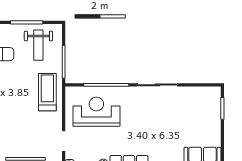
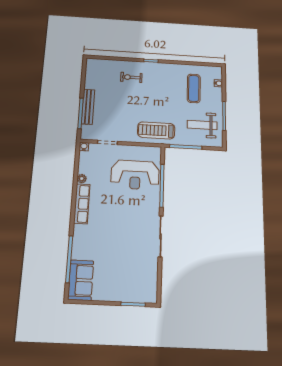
treadmill: (47, 92) -> (156, 130), turned 180
reception desk: (96, 112) -> (135, 175), turned 90

